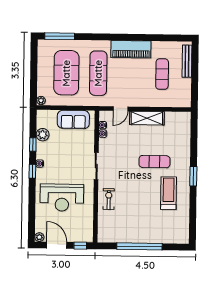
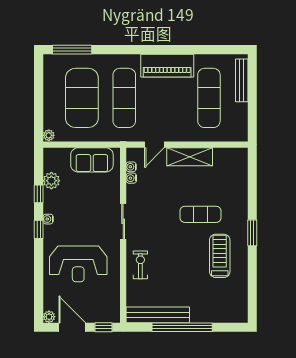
exercise mat: (162, 74) -> (209, 98), width x1.36, depth x1.45
bench: (121, 237) -> (158, 315), added

